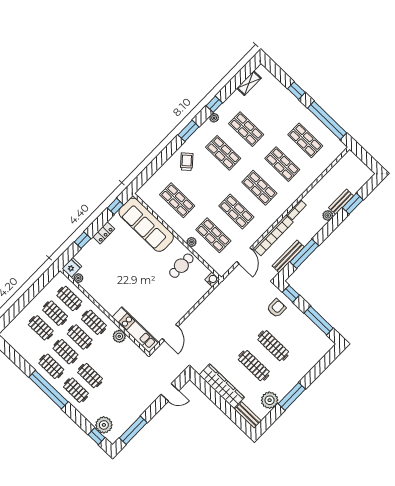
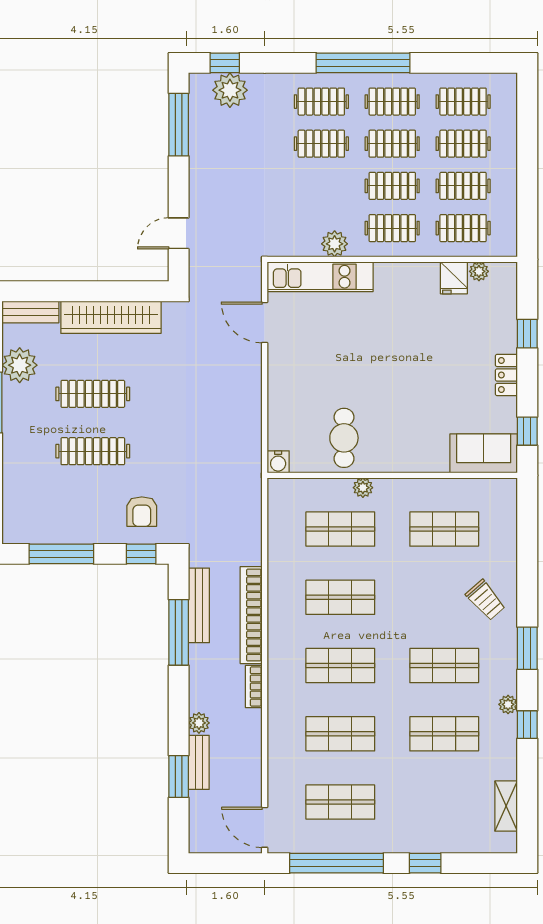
sofa: (146, 225) -> (484, 453), width x0.54, depth x0.79
door: (245, 256) -> (265, 827), moved
fridge: (72, 267) -> (454, 278), moved
clothes rail: (27, 342) -> (463, 102), added

